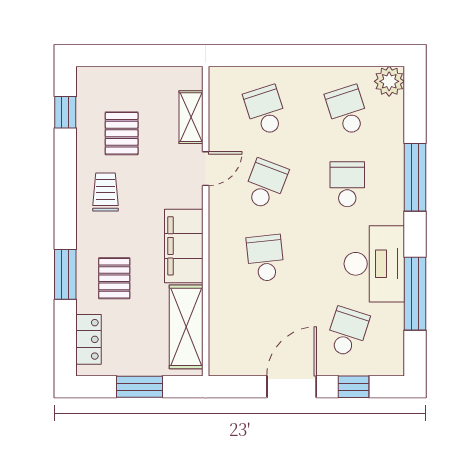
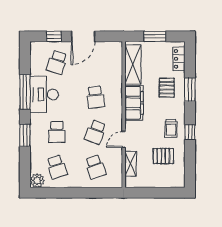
window: (65, 112) -> (190, 132), moved
pallet: (122, 133) -> (163, 156), turned 90
window: (415, 177) -> (25, 135), width x0.69
window: (415, 294) -> (25, 92), moved

